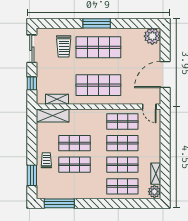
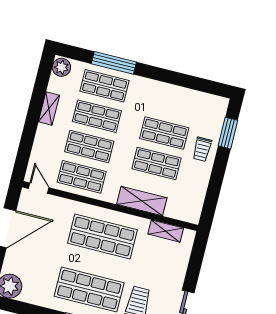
window: (32, 83) -> (195, 262), removed
shelving: (53, 115) -> (142, 201), moved
shelving: (156, 174) -> (49, 109), moved
window: (59, 203) -> (114, 63), moved

